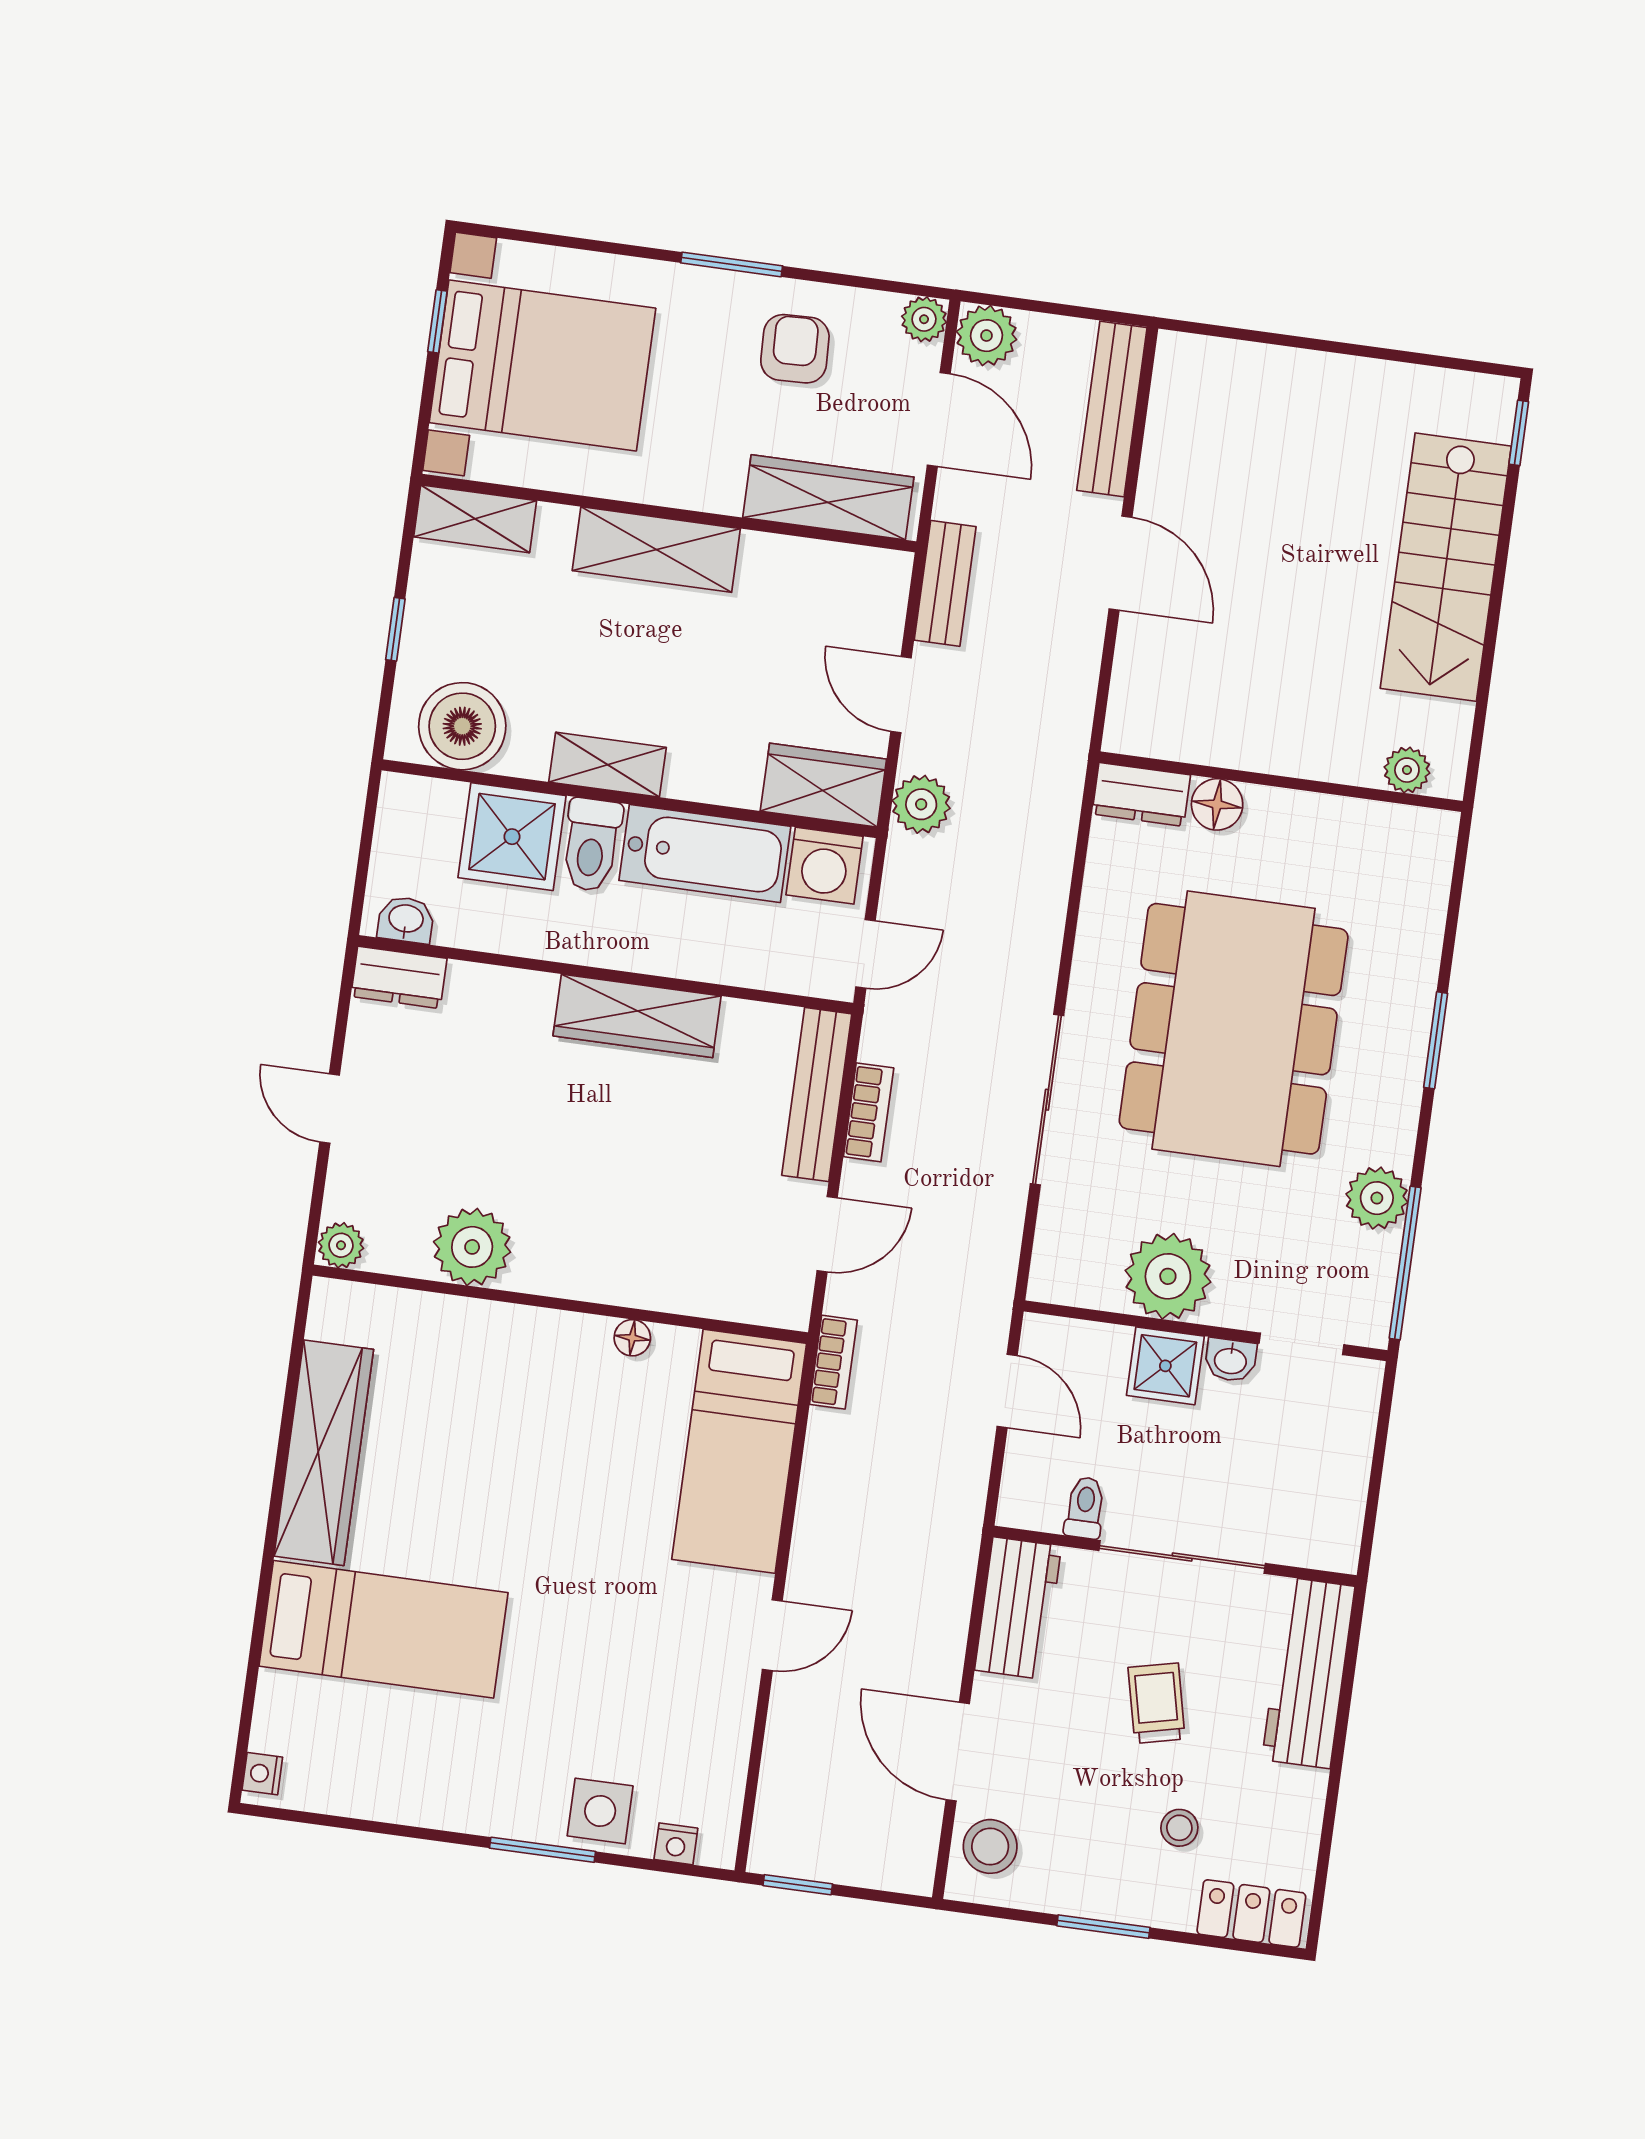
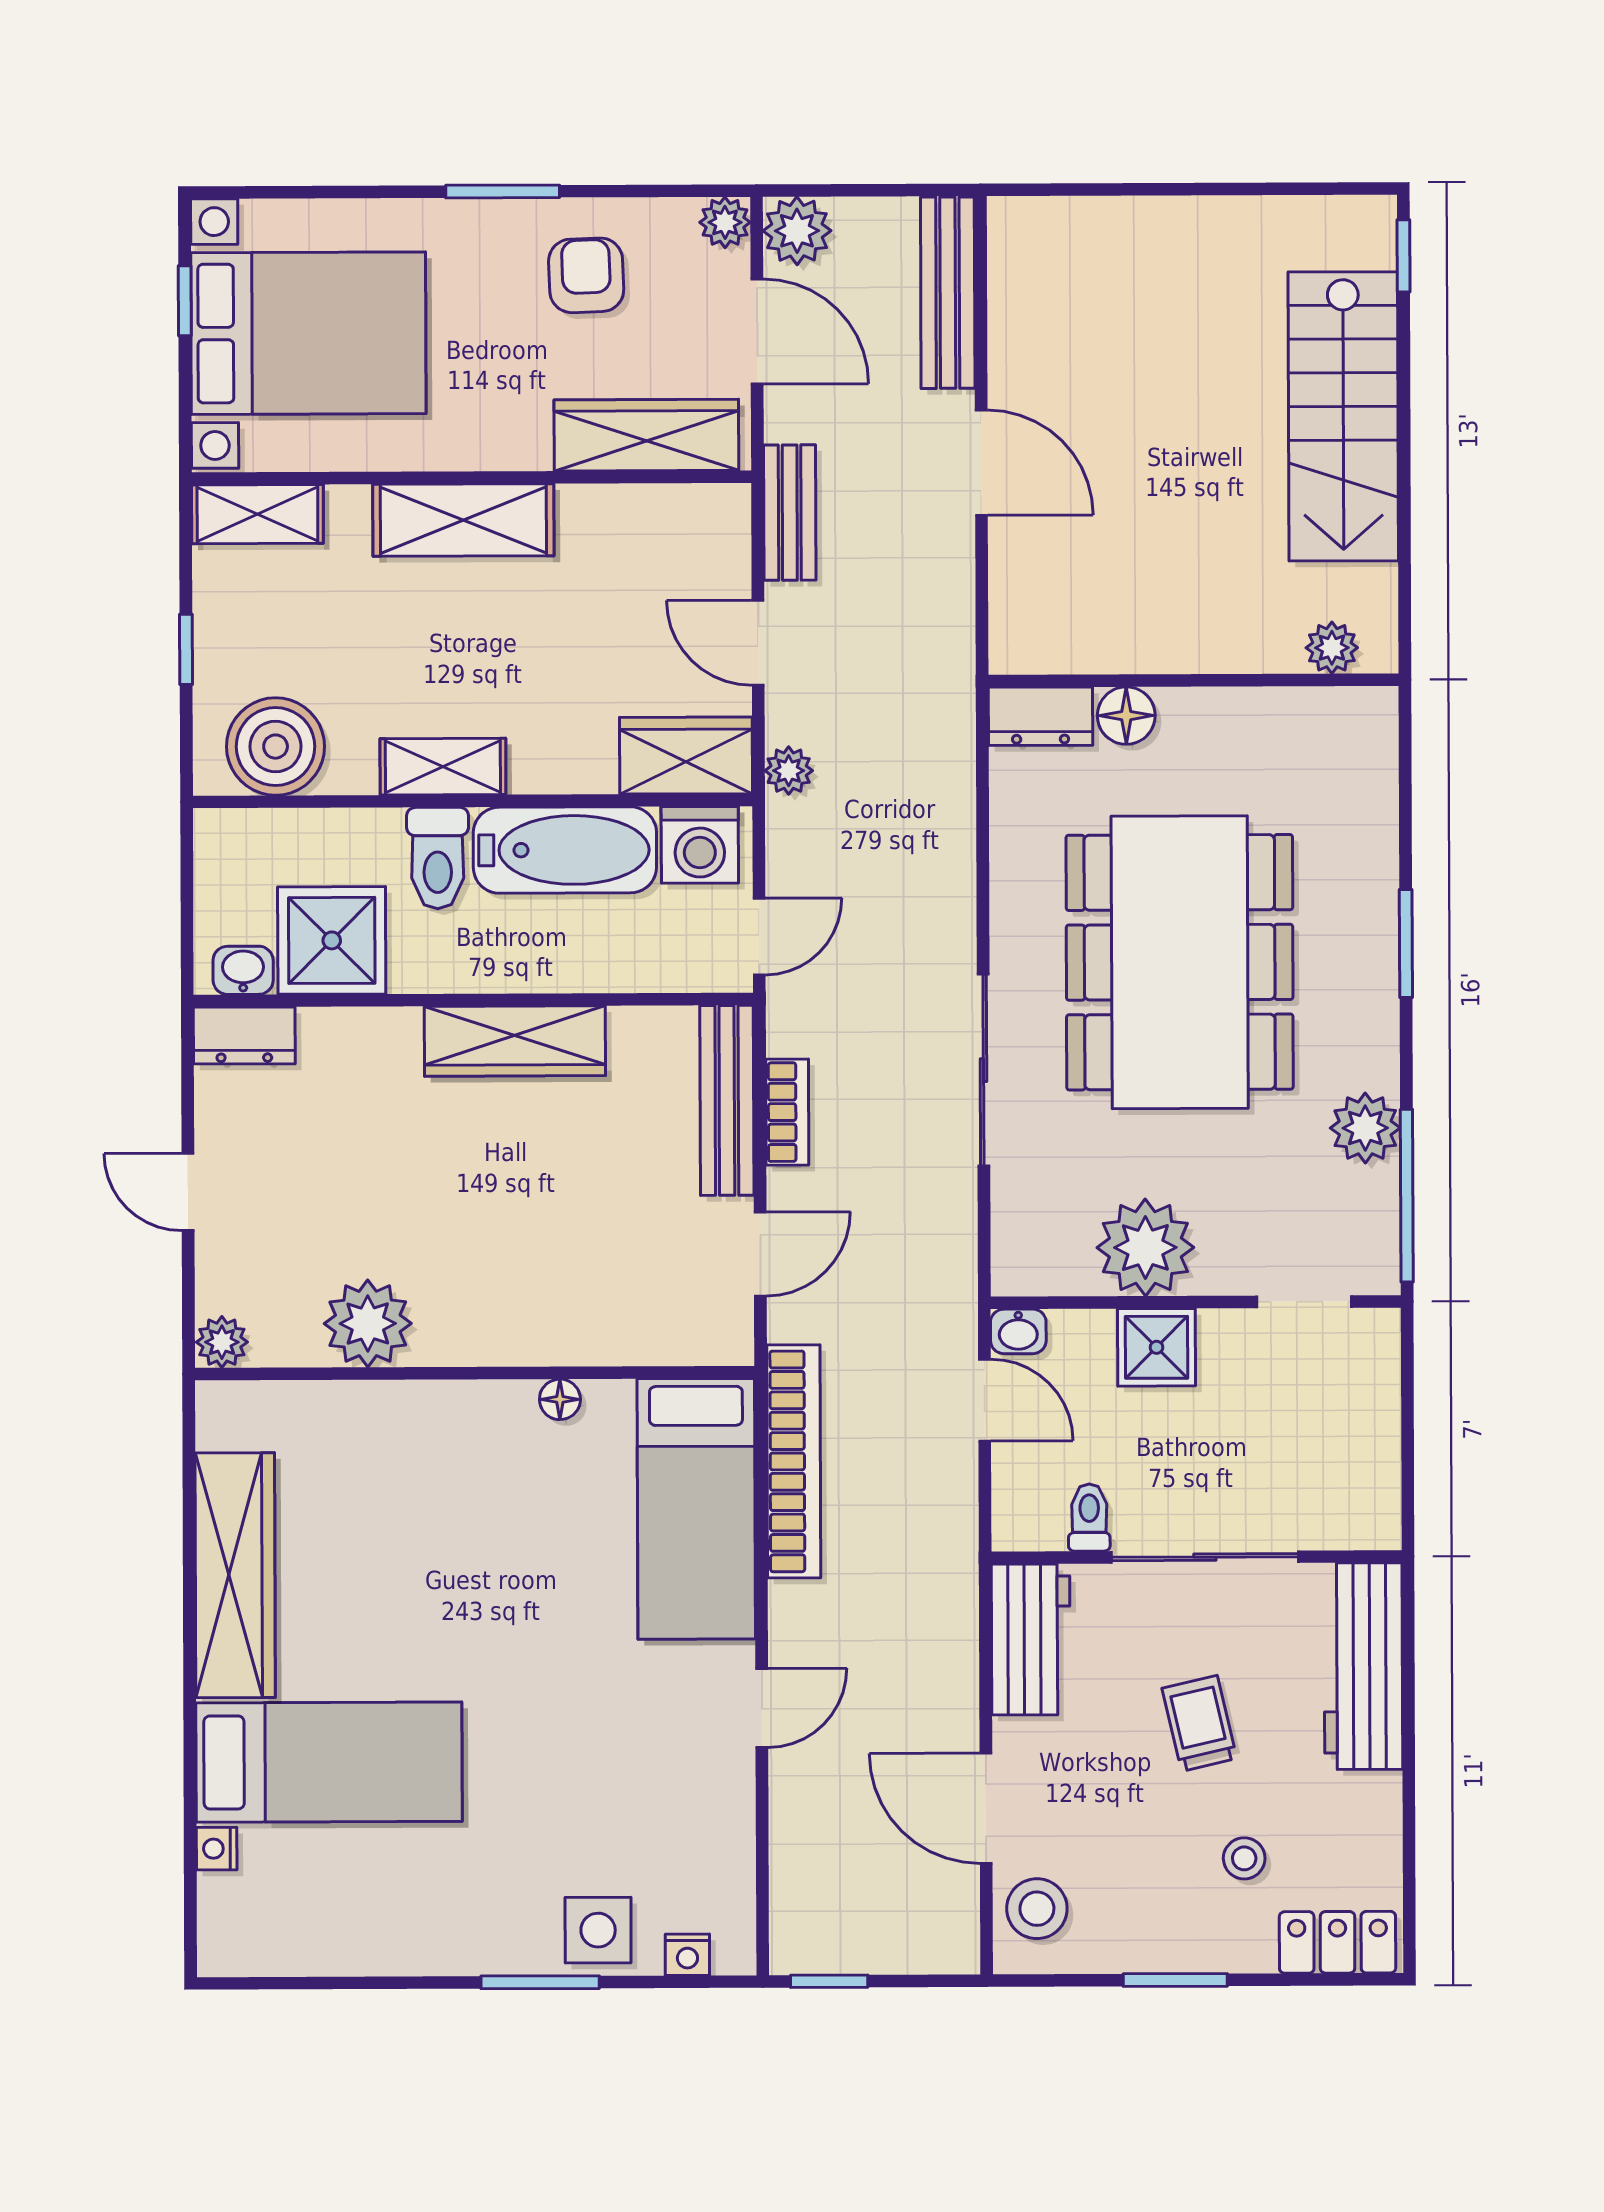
plant: (921, 804) -> (789, 771), width x0.73, depth x0.73
shower: (512, 837) -> (332, 940), moved
washbasin: (1231, 1360) -> (1018, 1331), moved
bookcase: (833, 1362) -> (794, 1461), width x2.31, depth x1.31
nightstand: (262, 1774) -> (217, 1849), moved

